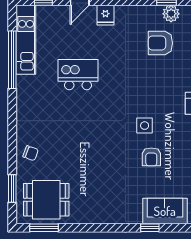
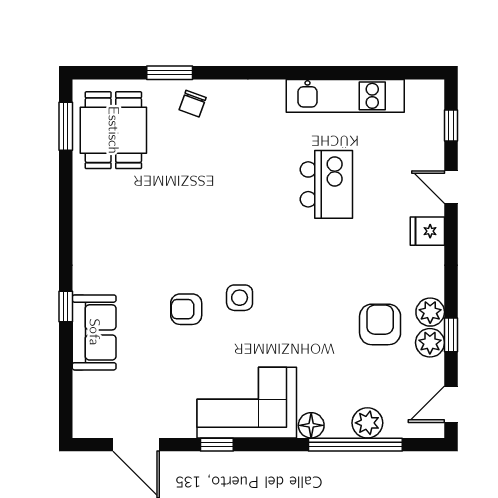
plant: (153, 14) -> (430, 312), added
kitchen unit: (26, 40) -> (345, 96), moved
window: (12, 60) -> (352, 73), removed
window: (12, 189) -> (170, 73), moved

